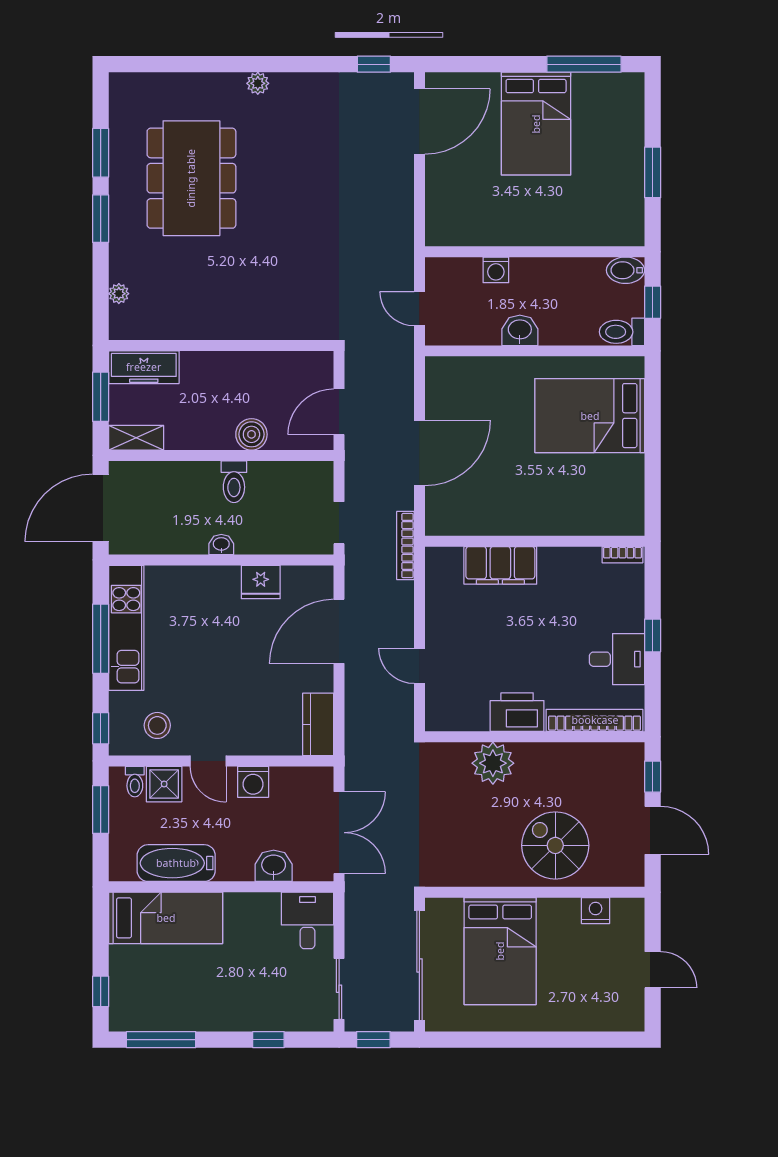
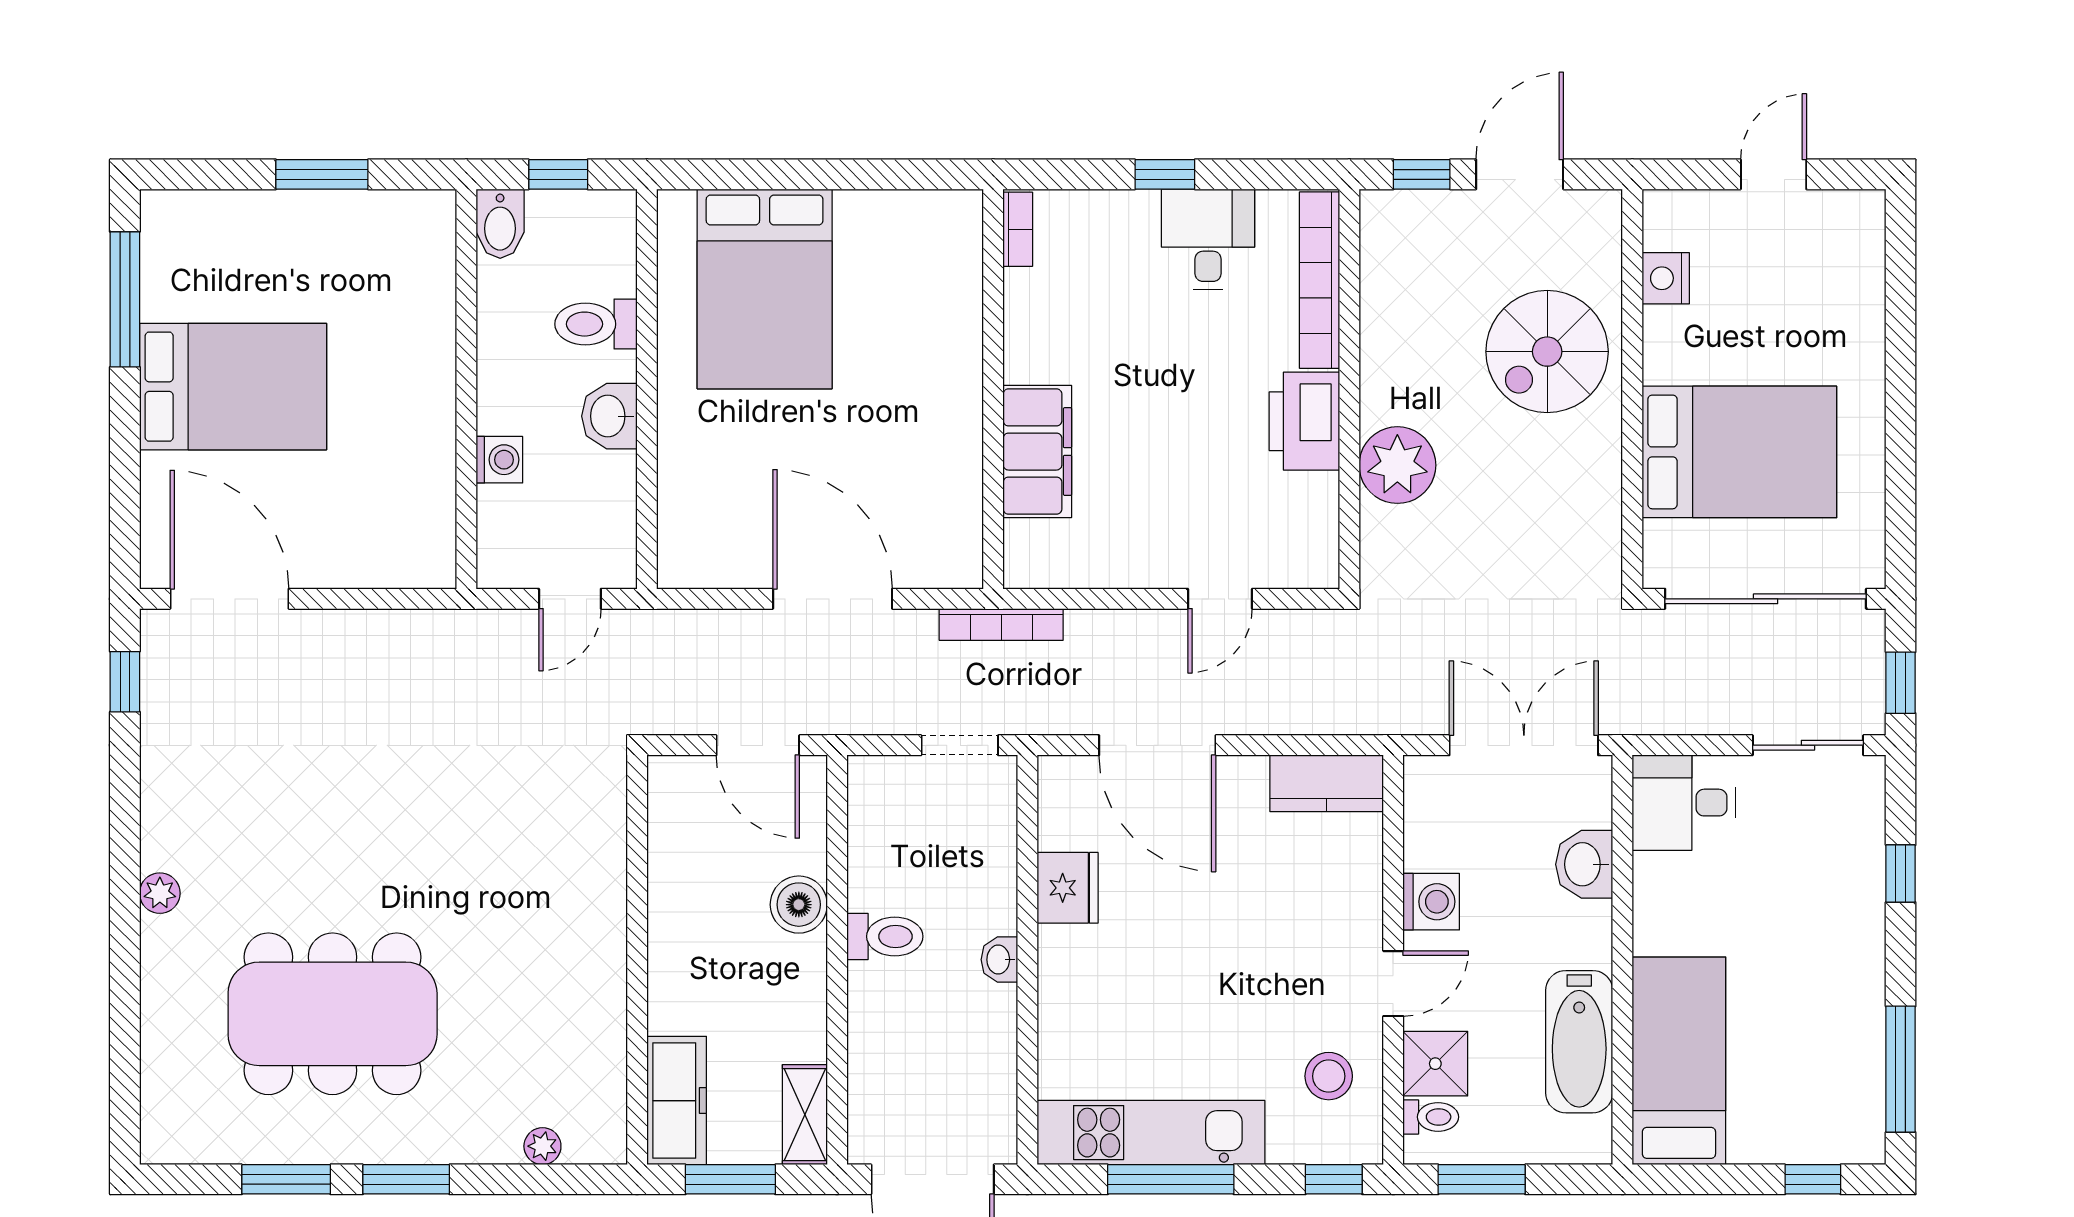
toilet: (622, 332) -> (596, 324), moved, turned 90

